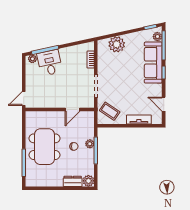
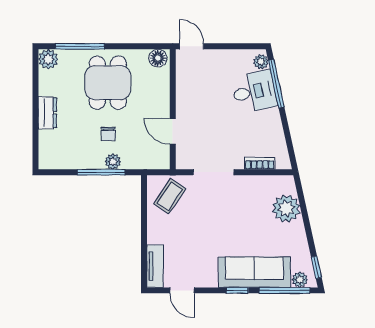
door: (164, 104) -> (182, 290), swing flipped
floor lamp: (30, 118) -> (158, 58), added
tv unit: (139, 120) -> (155, 266), moved
dining table: (45, 147) -> (108, 83), width x0.73
dresser: (73, 181) -> (47, 113), moved
plant: (88, 181) -> (48, 59), moved

